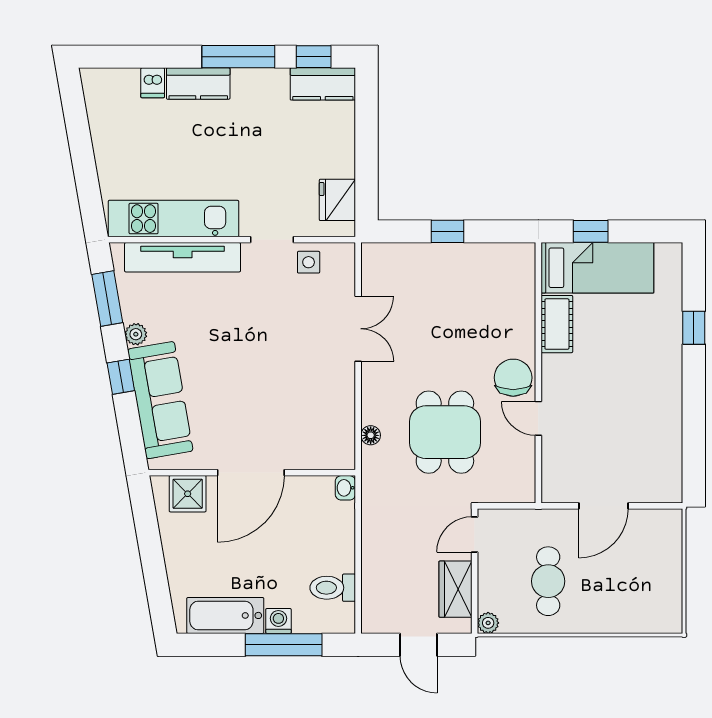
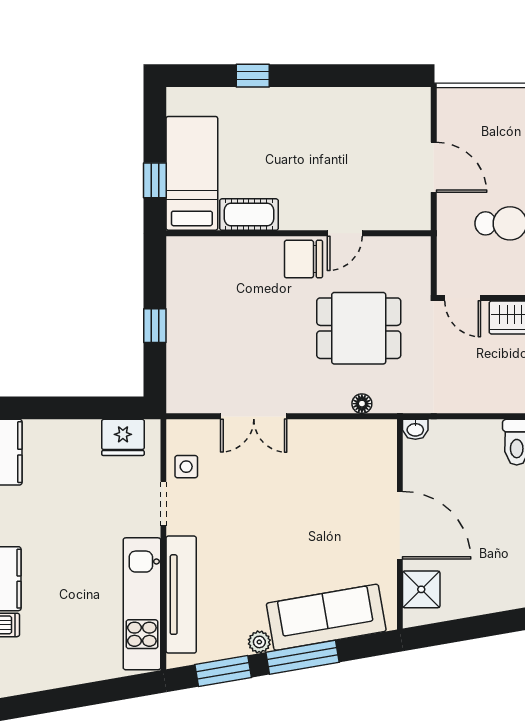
double door: (358, 329) -> (254, 416), swing flipped
window: (121, 377) -> (303, 657), width x2.17

